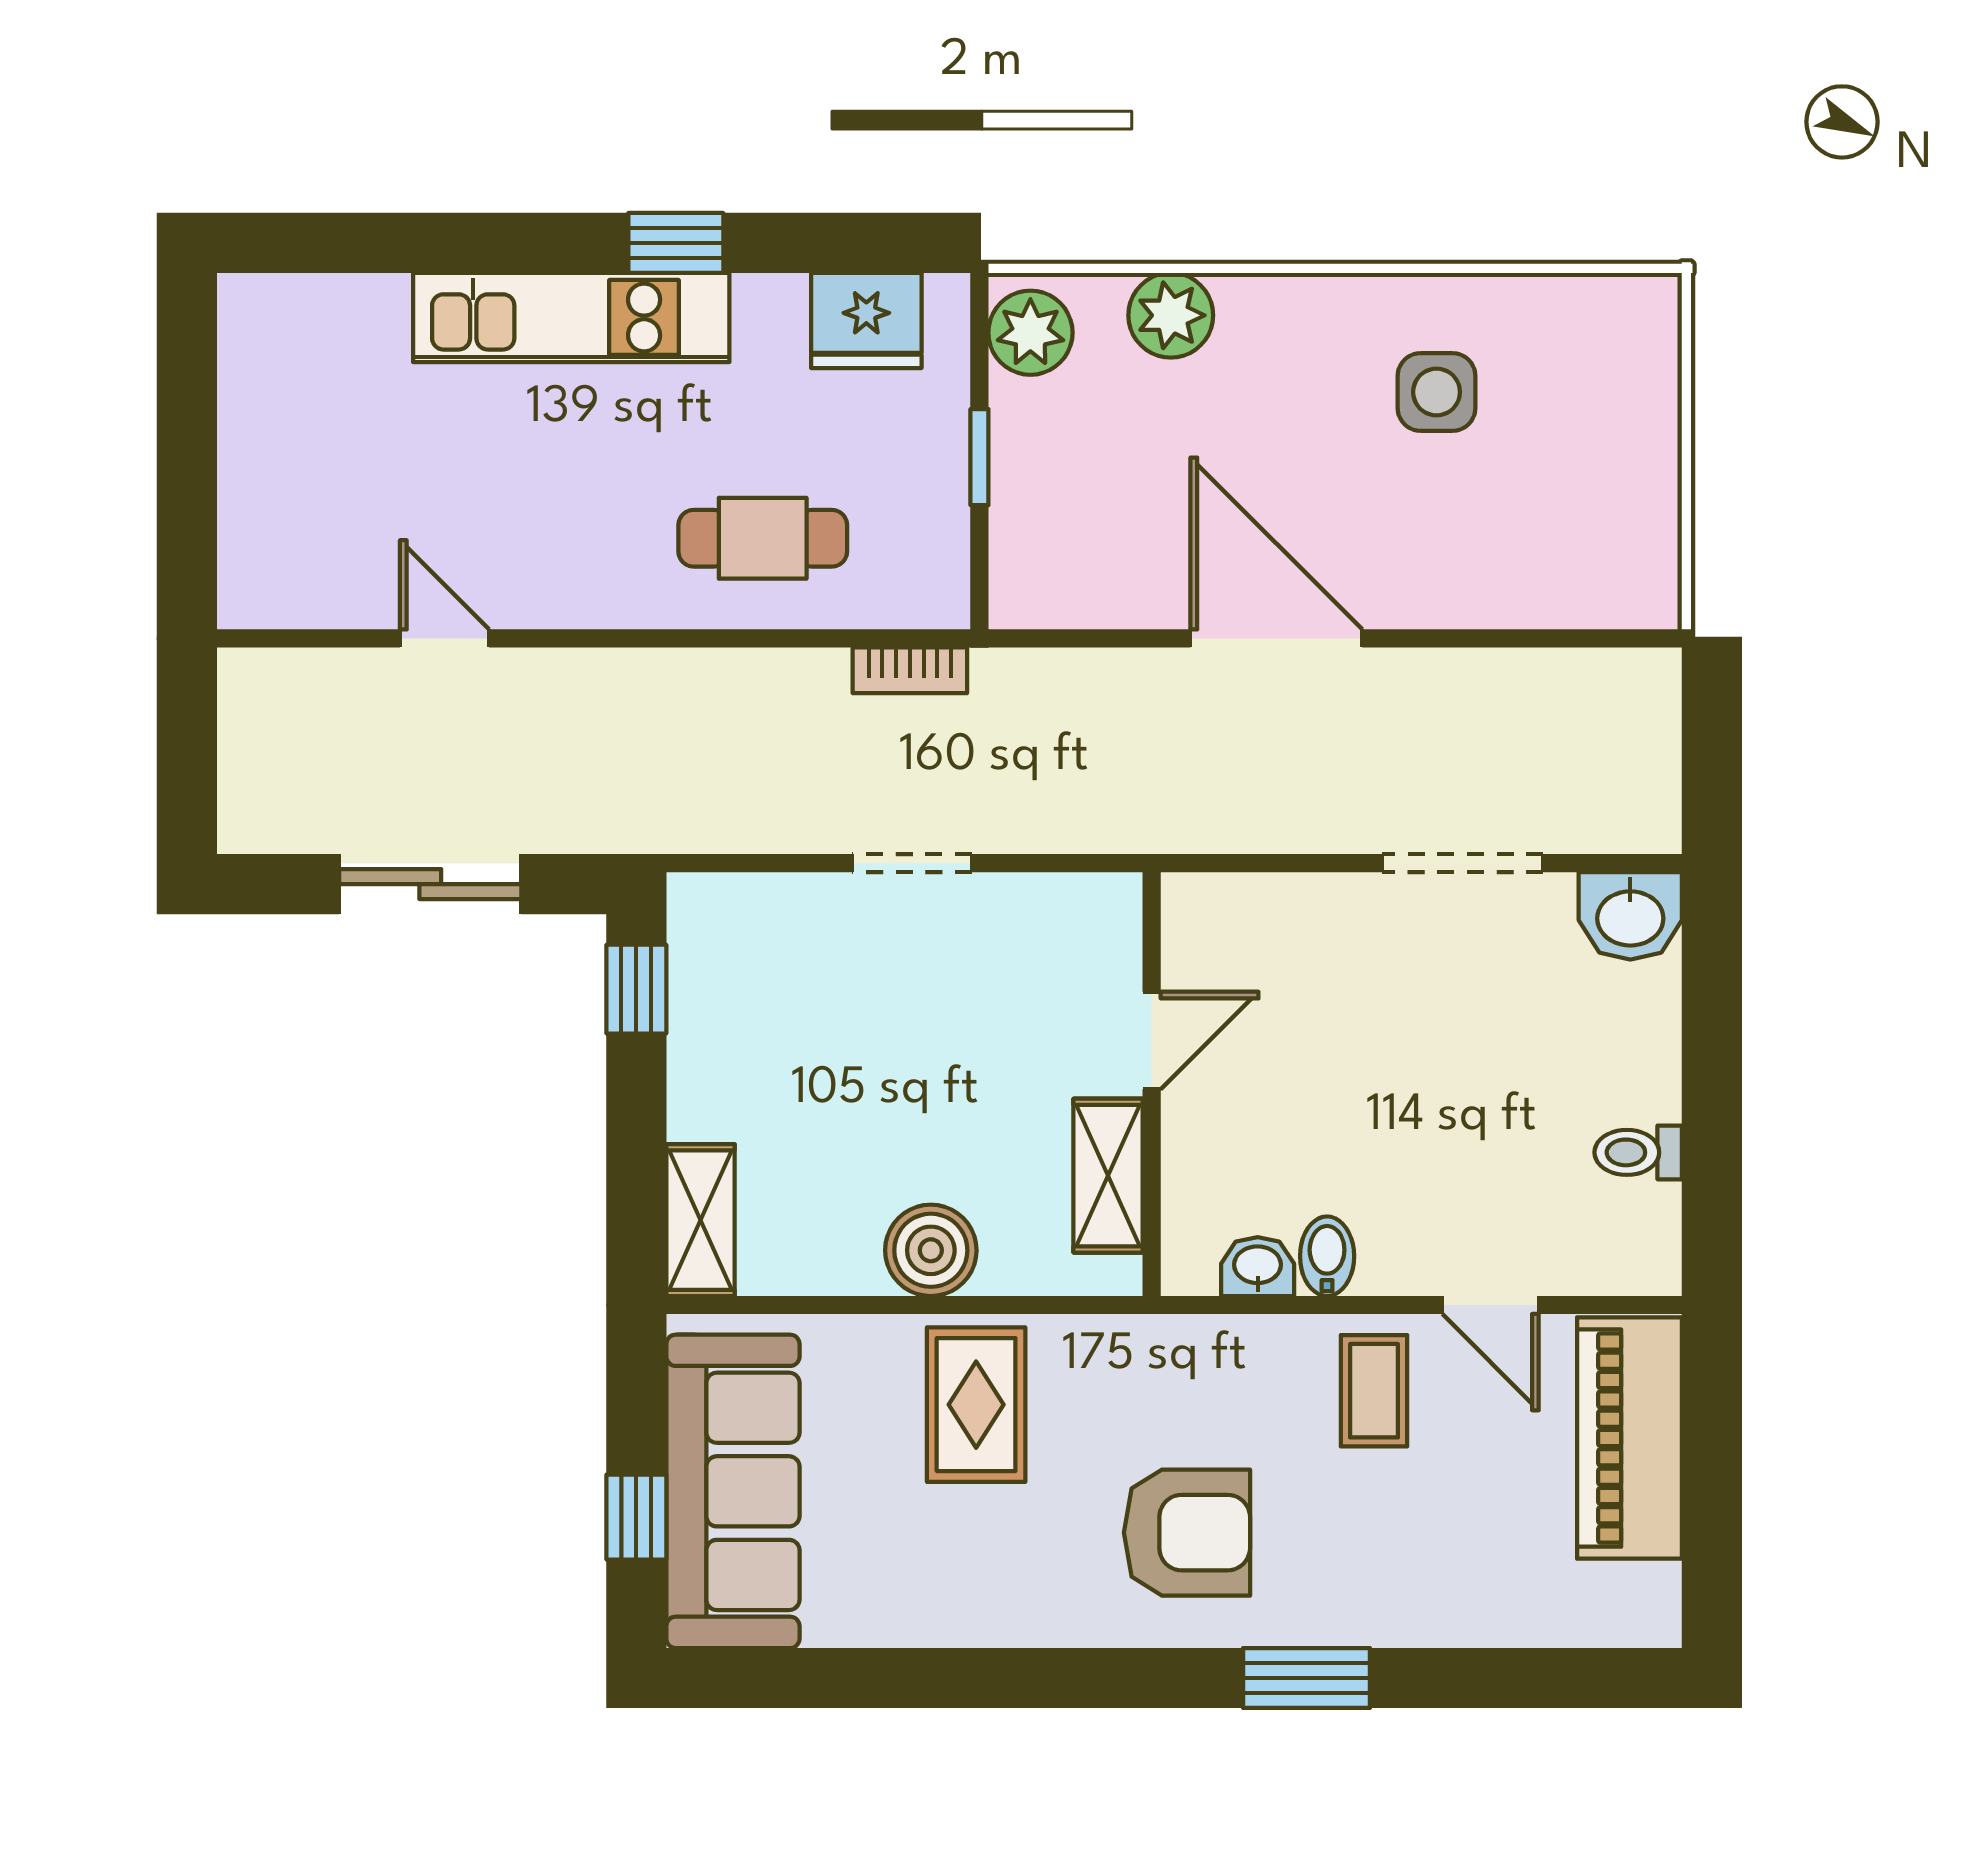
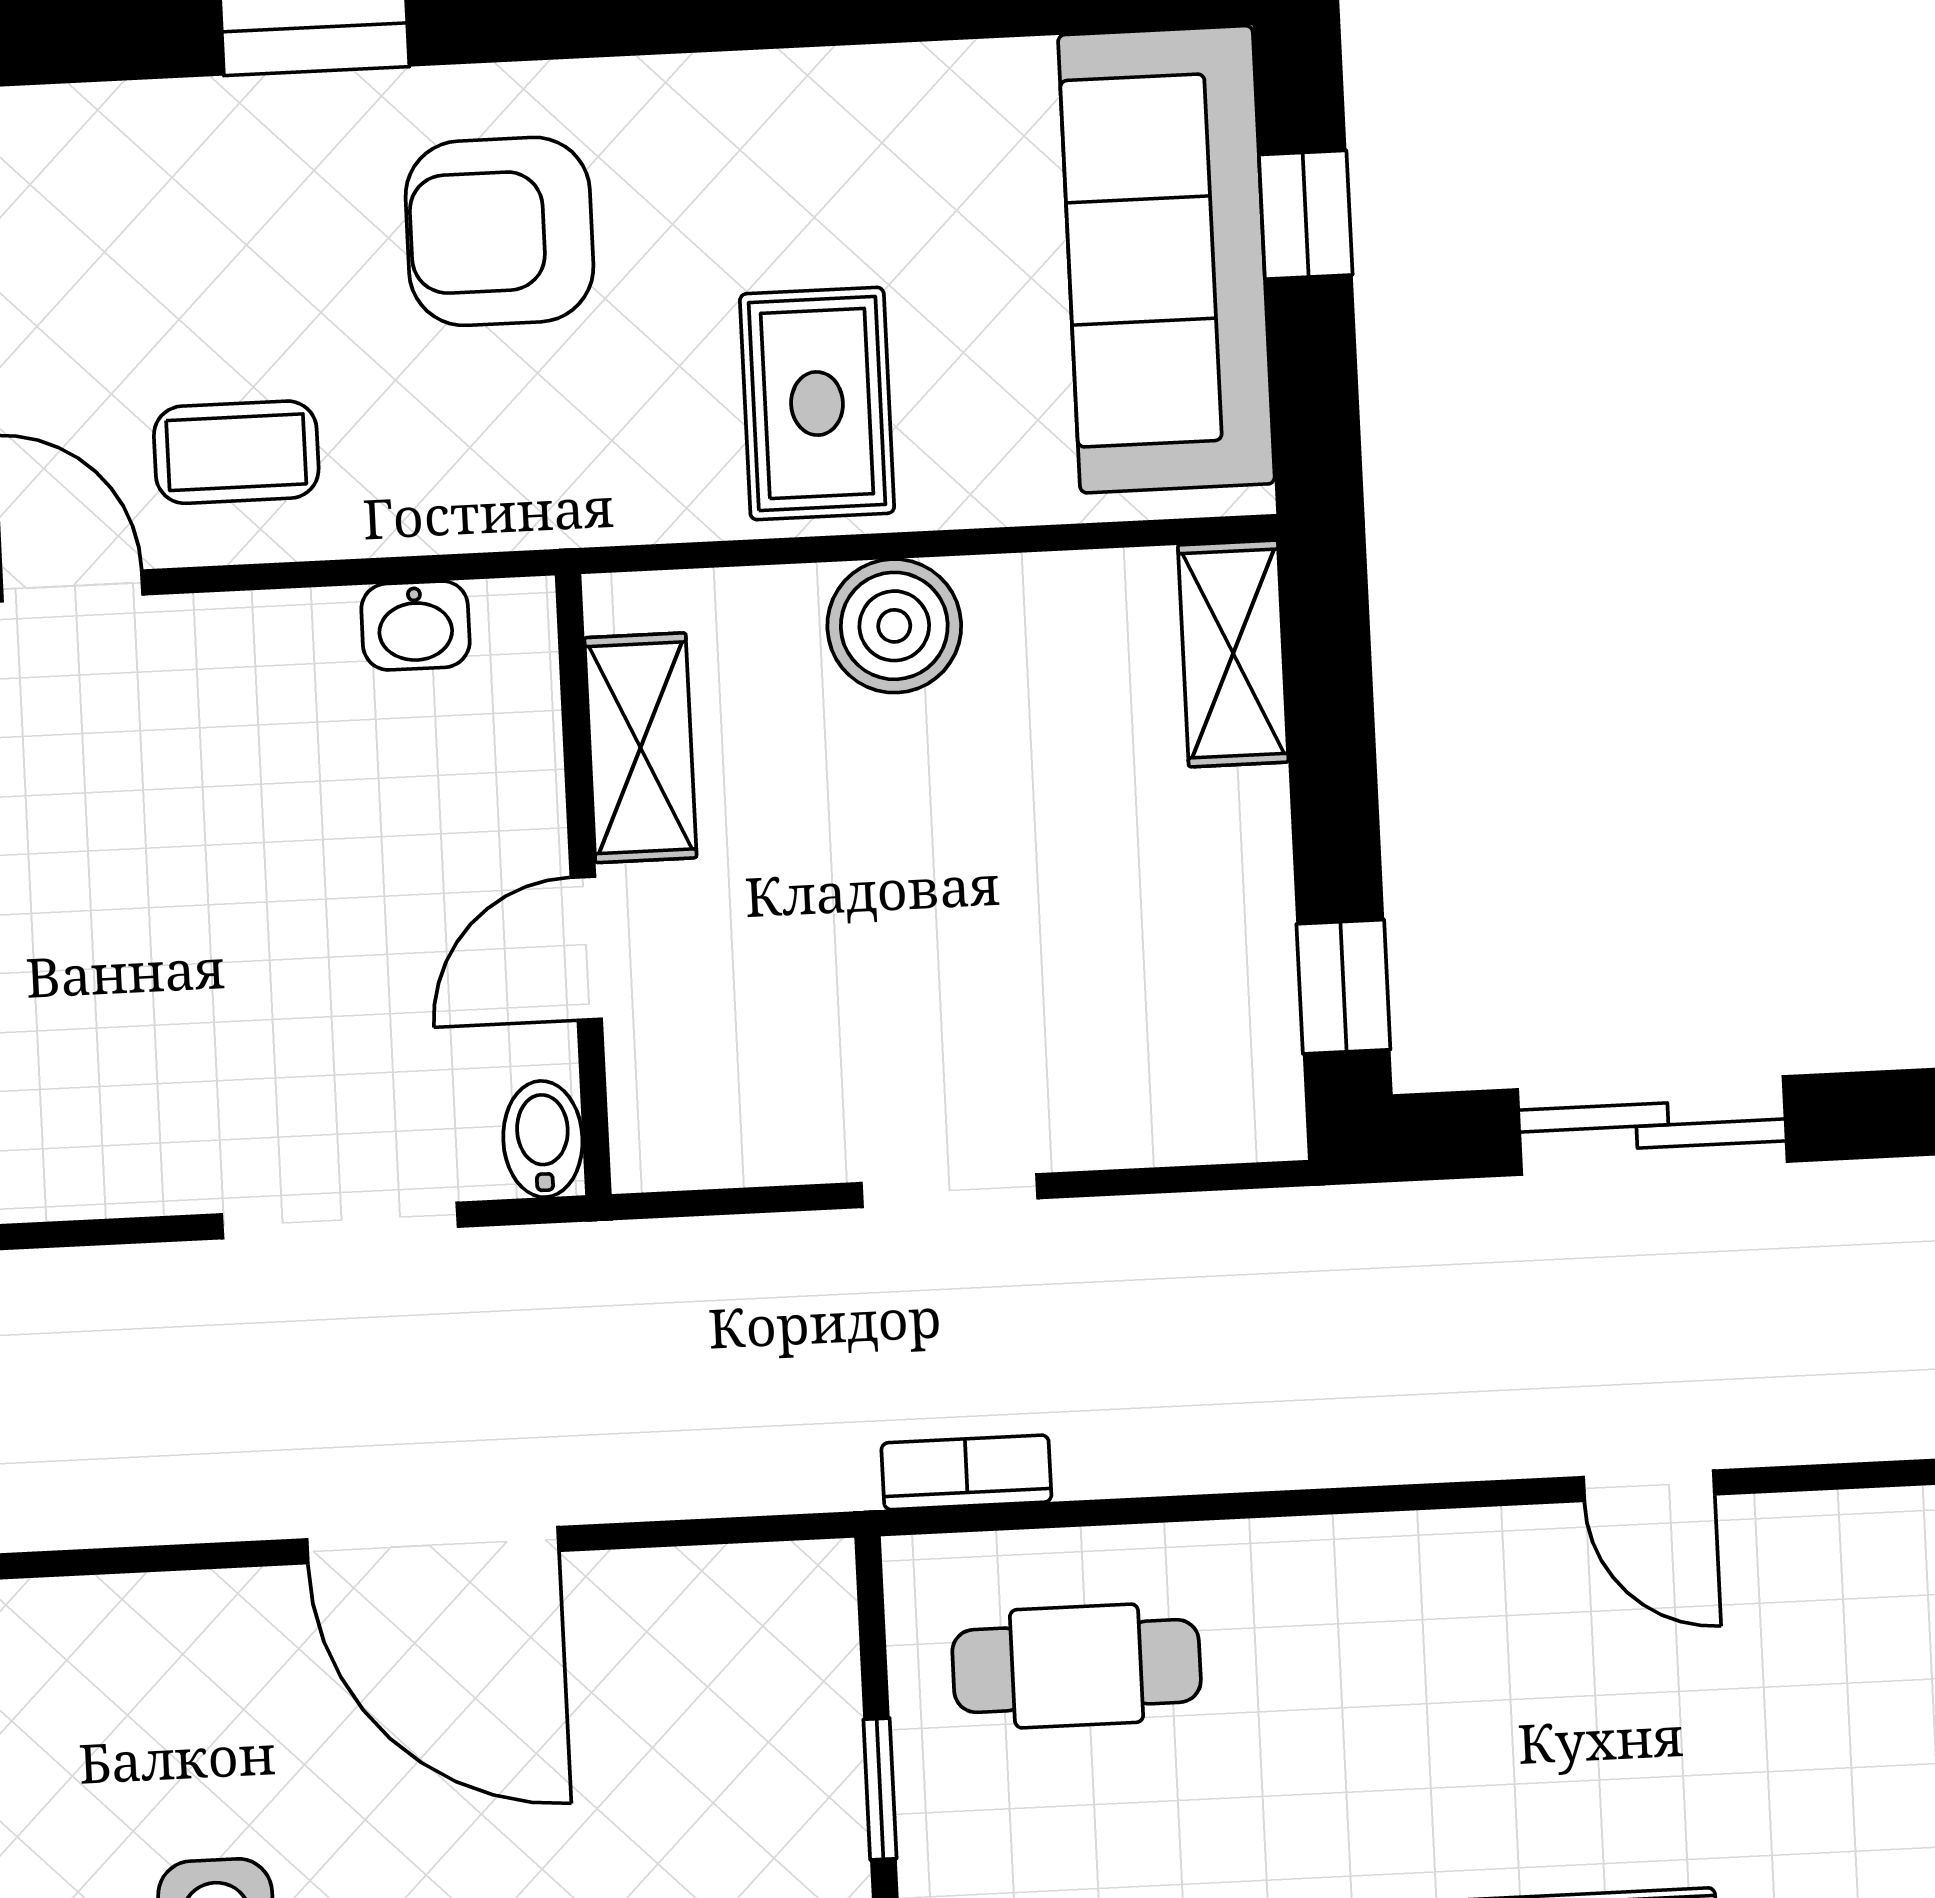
cafe table: (763, 538) -> (1077, 1666), moved
doorway: (1463, 863) -> (340, 1220), moved
bidet: (1327, 1256) -> (543, 1139), moved, turned 180
coffee table: (1374, 1391) -> (236, 452), turned 90

